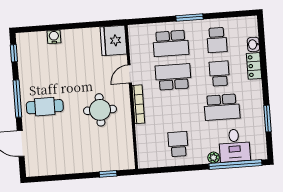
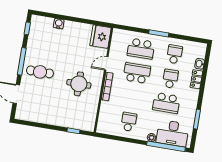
school desk: (217, 40) -> (174, 54), turned 180
desk: (234, 145) -> (173, 133), width x1.37

